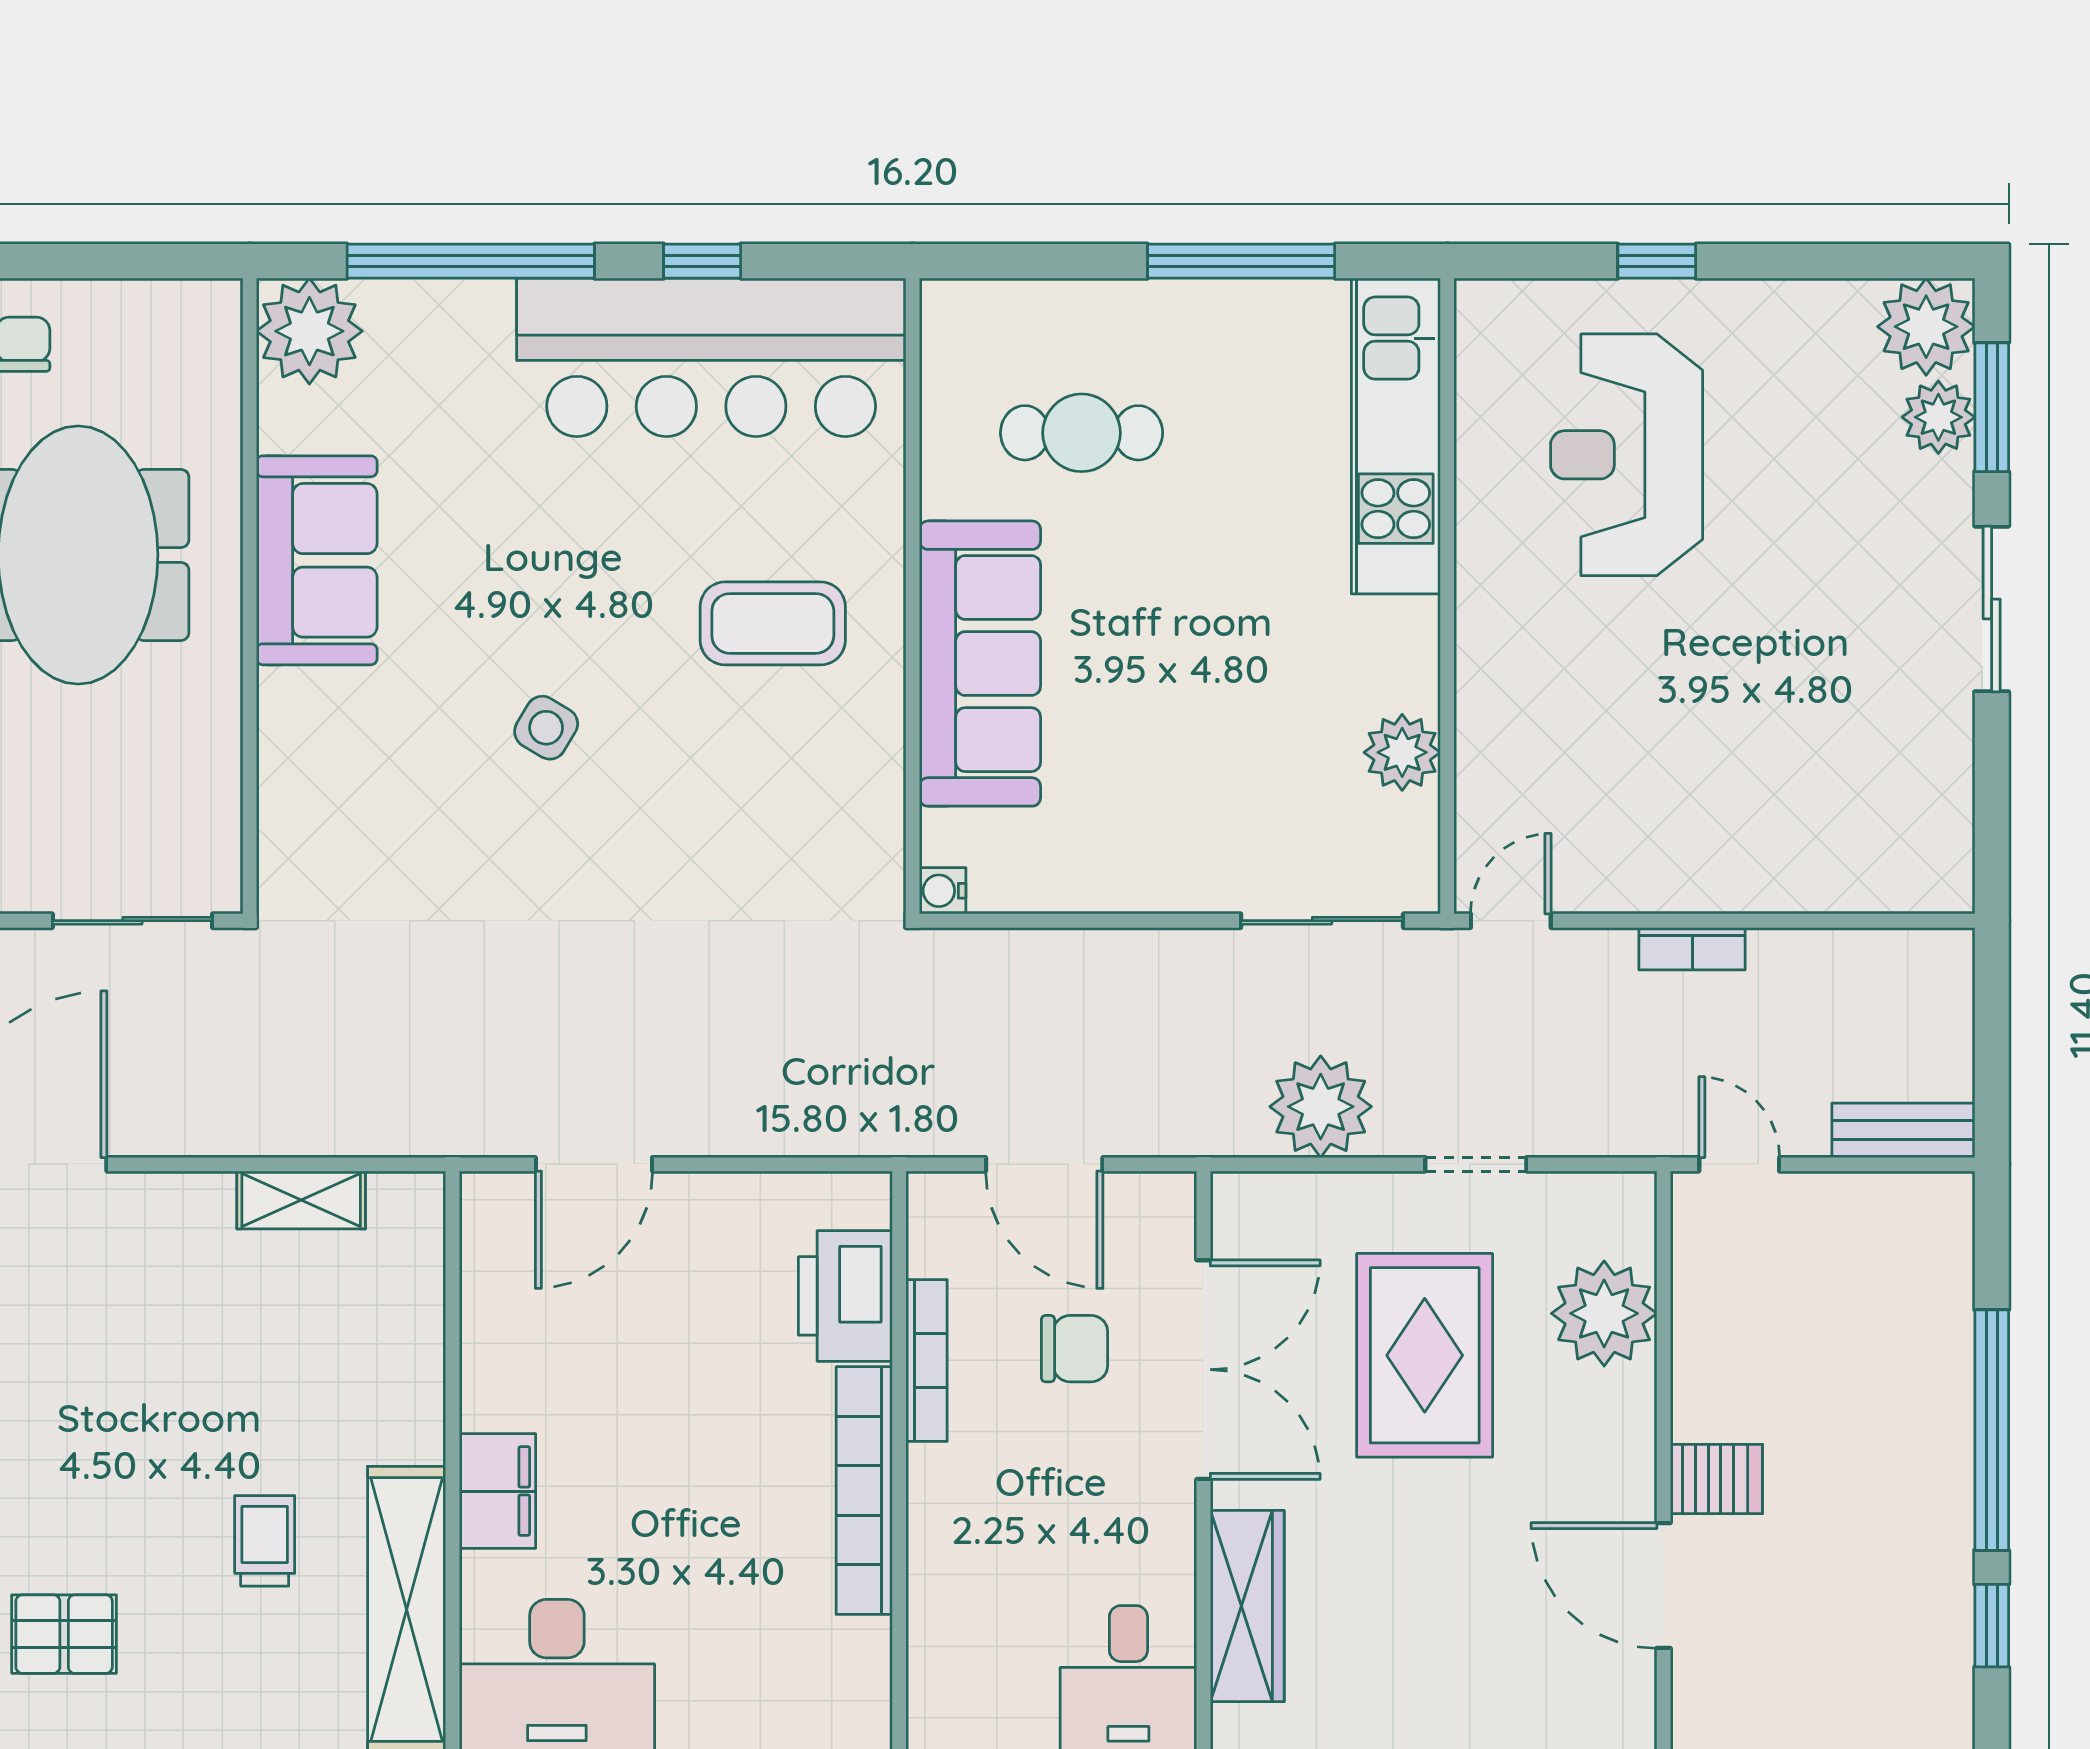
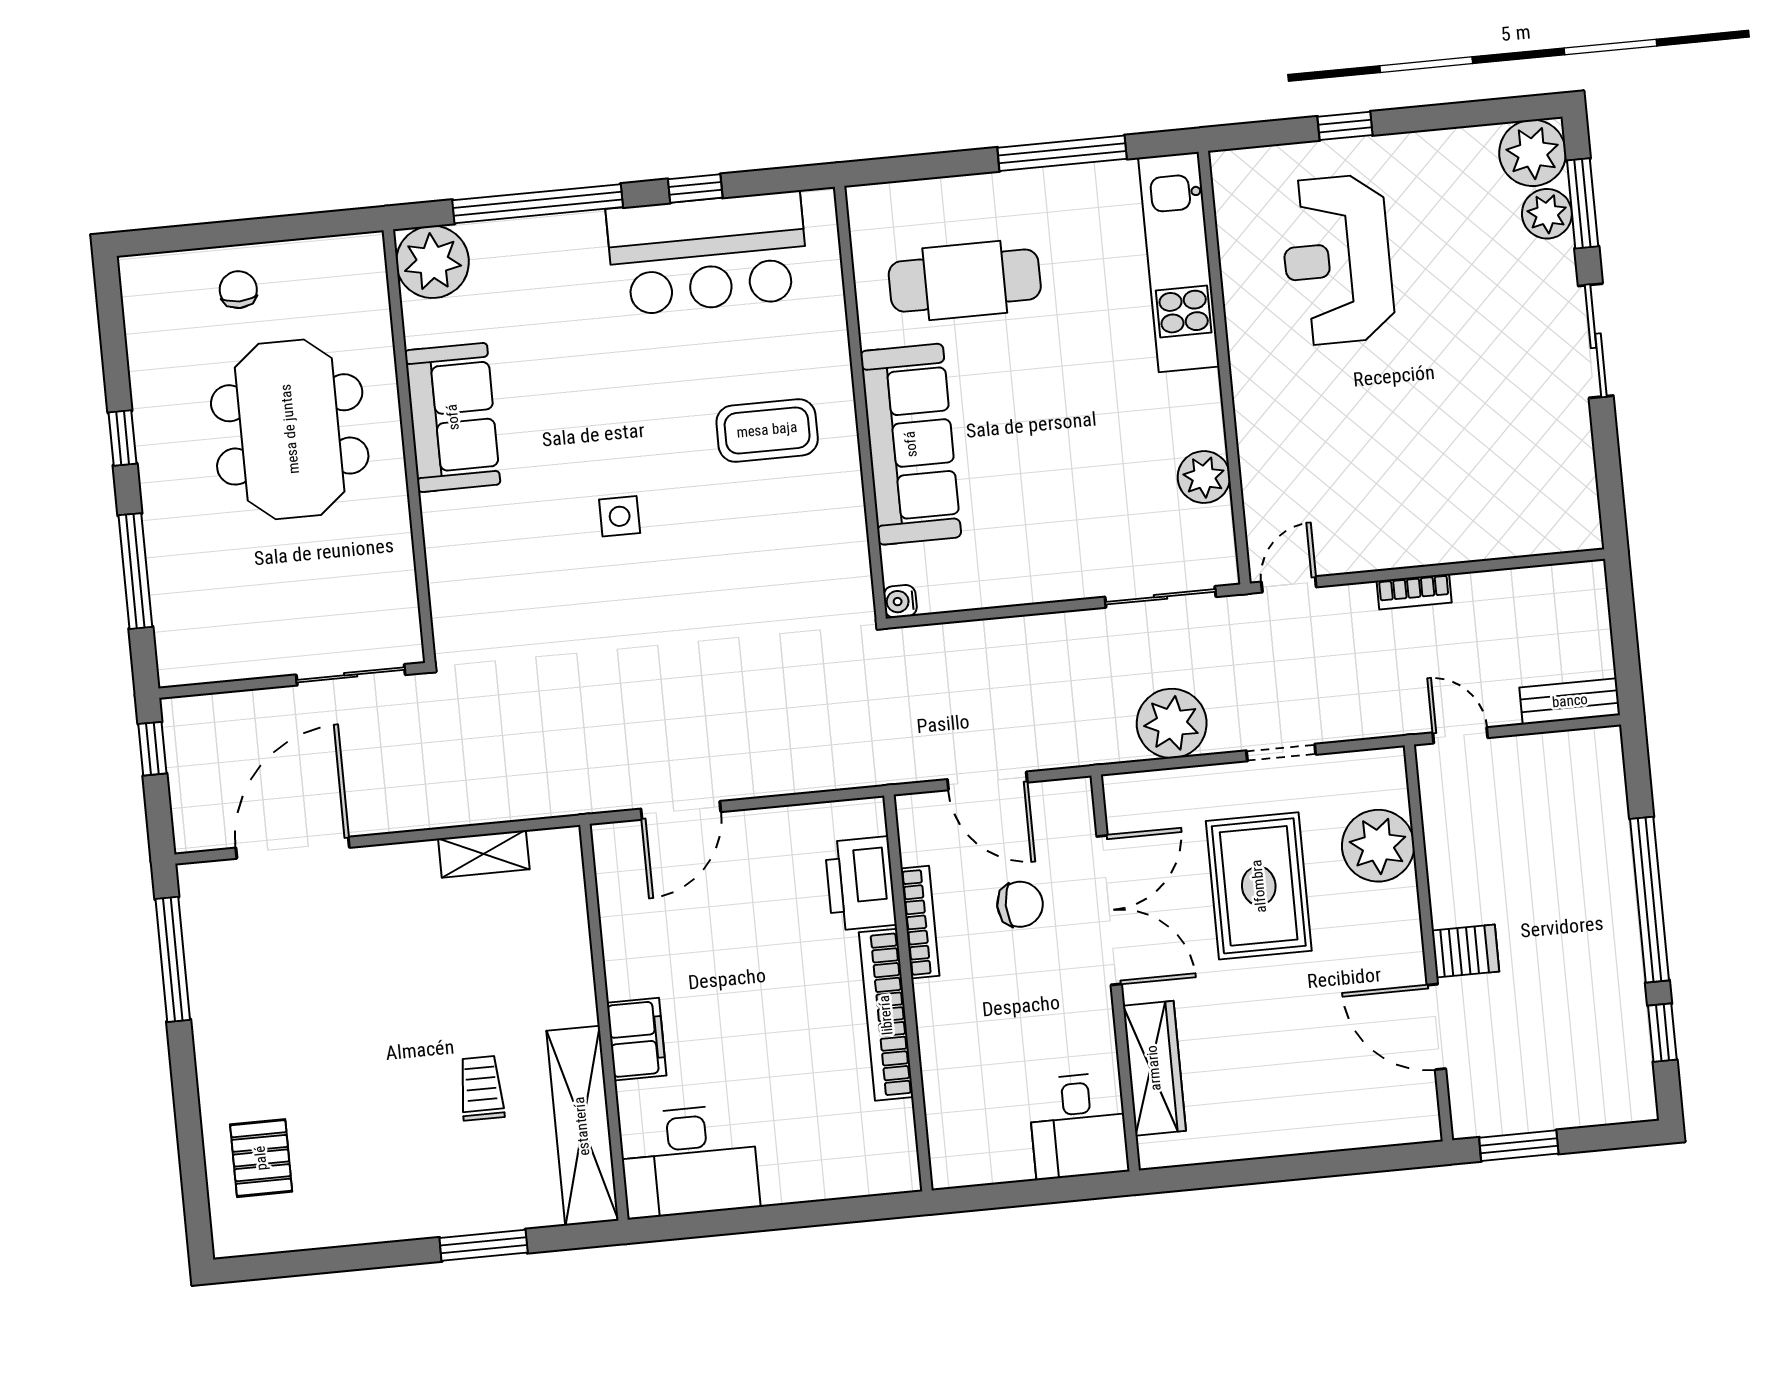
bar counter: (711, 357) -> (708, 253), width x0.73
cafe table: (1082, 433) -> (965, 281), width x1.37, depth x1.35
side table: (546, 728) -> (620, 516), turned -31
pallet: (64, 1634) -> (351, 1165), removed

